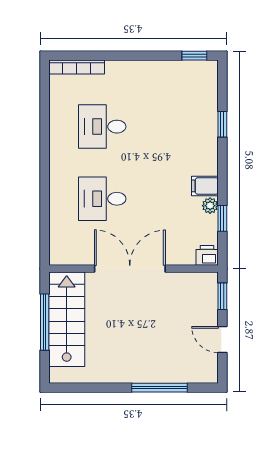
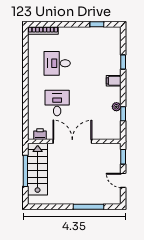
window: (194, 56) -> (97, 24), moved
filing cabinet: (205, 186) -> (114, 81), moved
desk: (102, 199) -> (57, 103), turned 90
printer: (207, 255) -> (40, 134), moved

